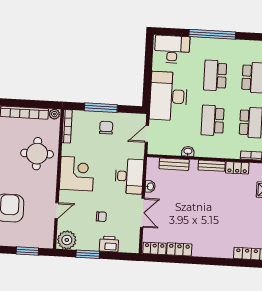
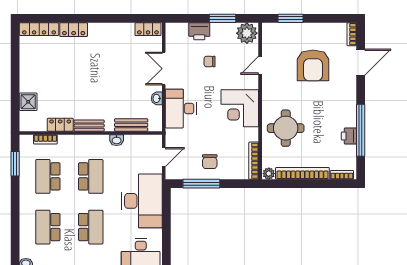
window: (101, 108) -> (201, 184), moved
locker: (179, 249) -> (74, 30), moved

